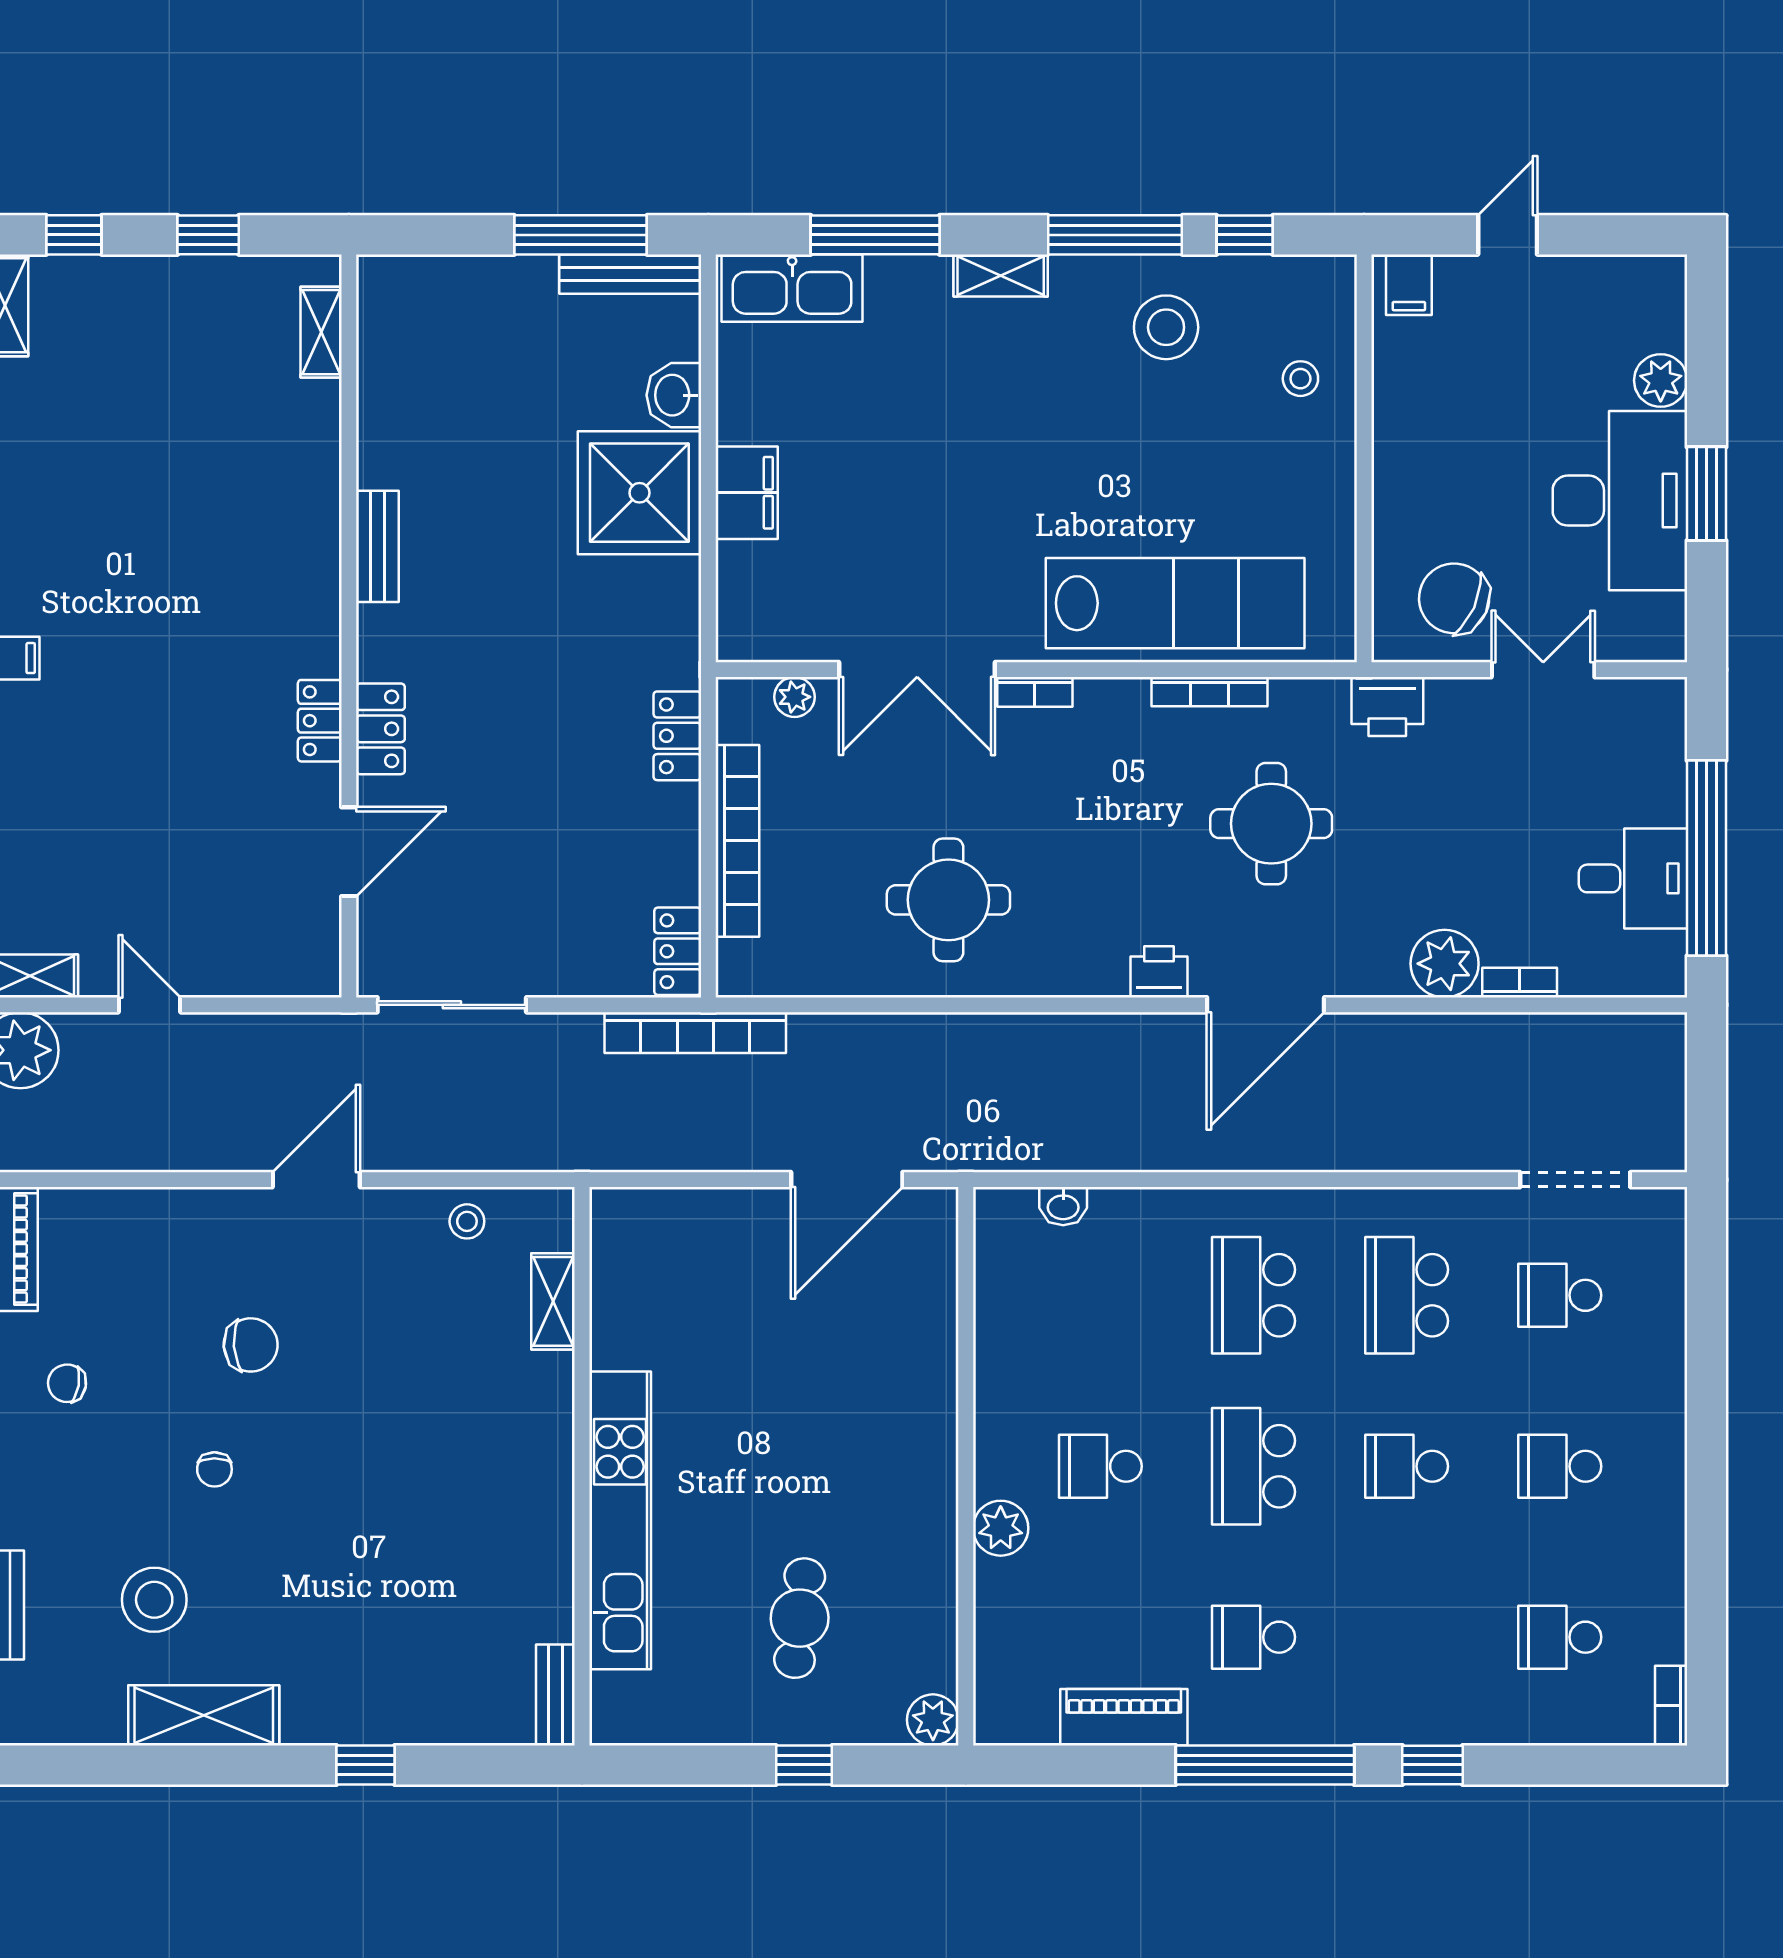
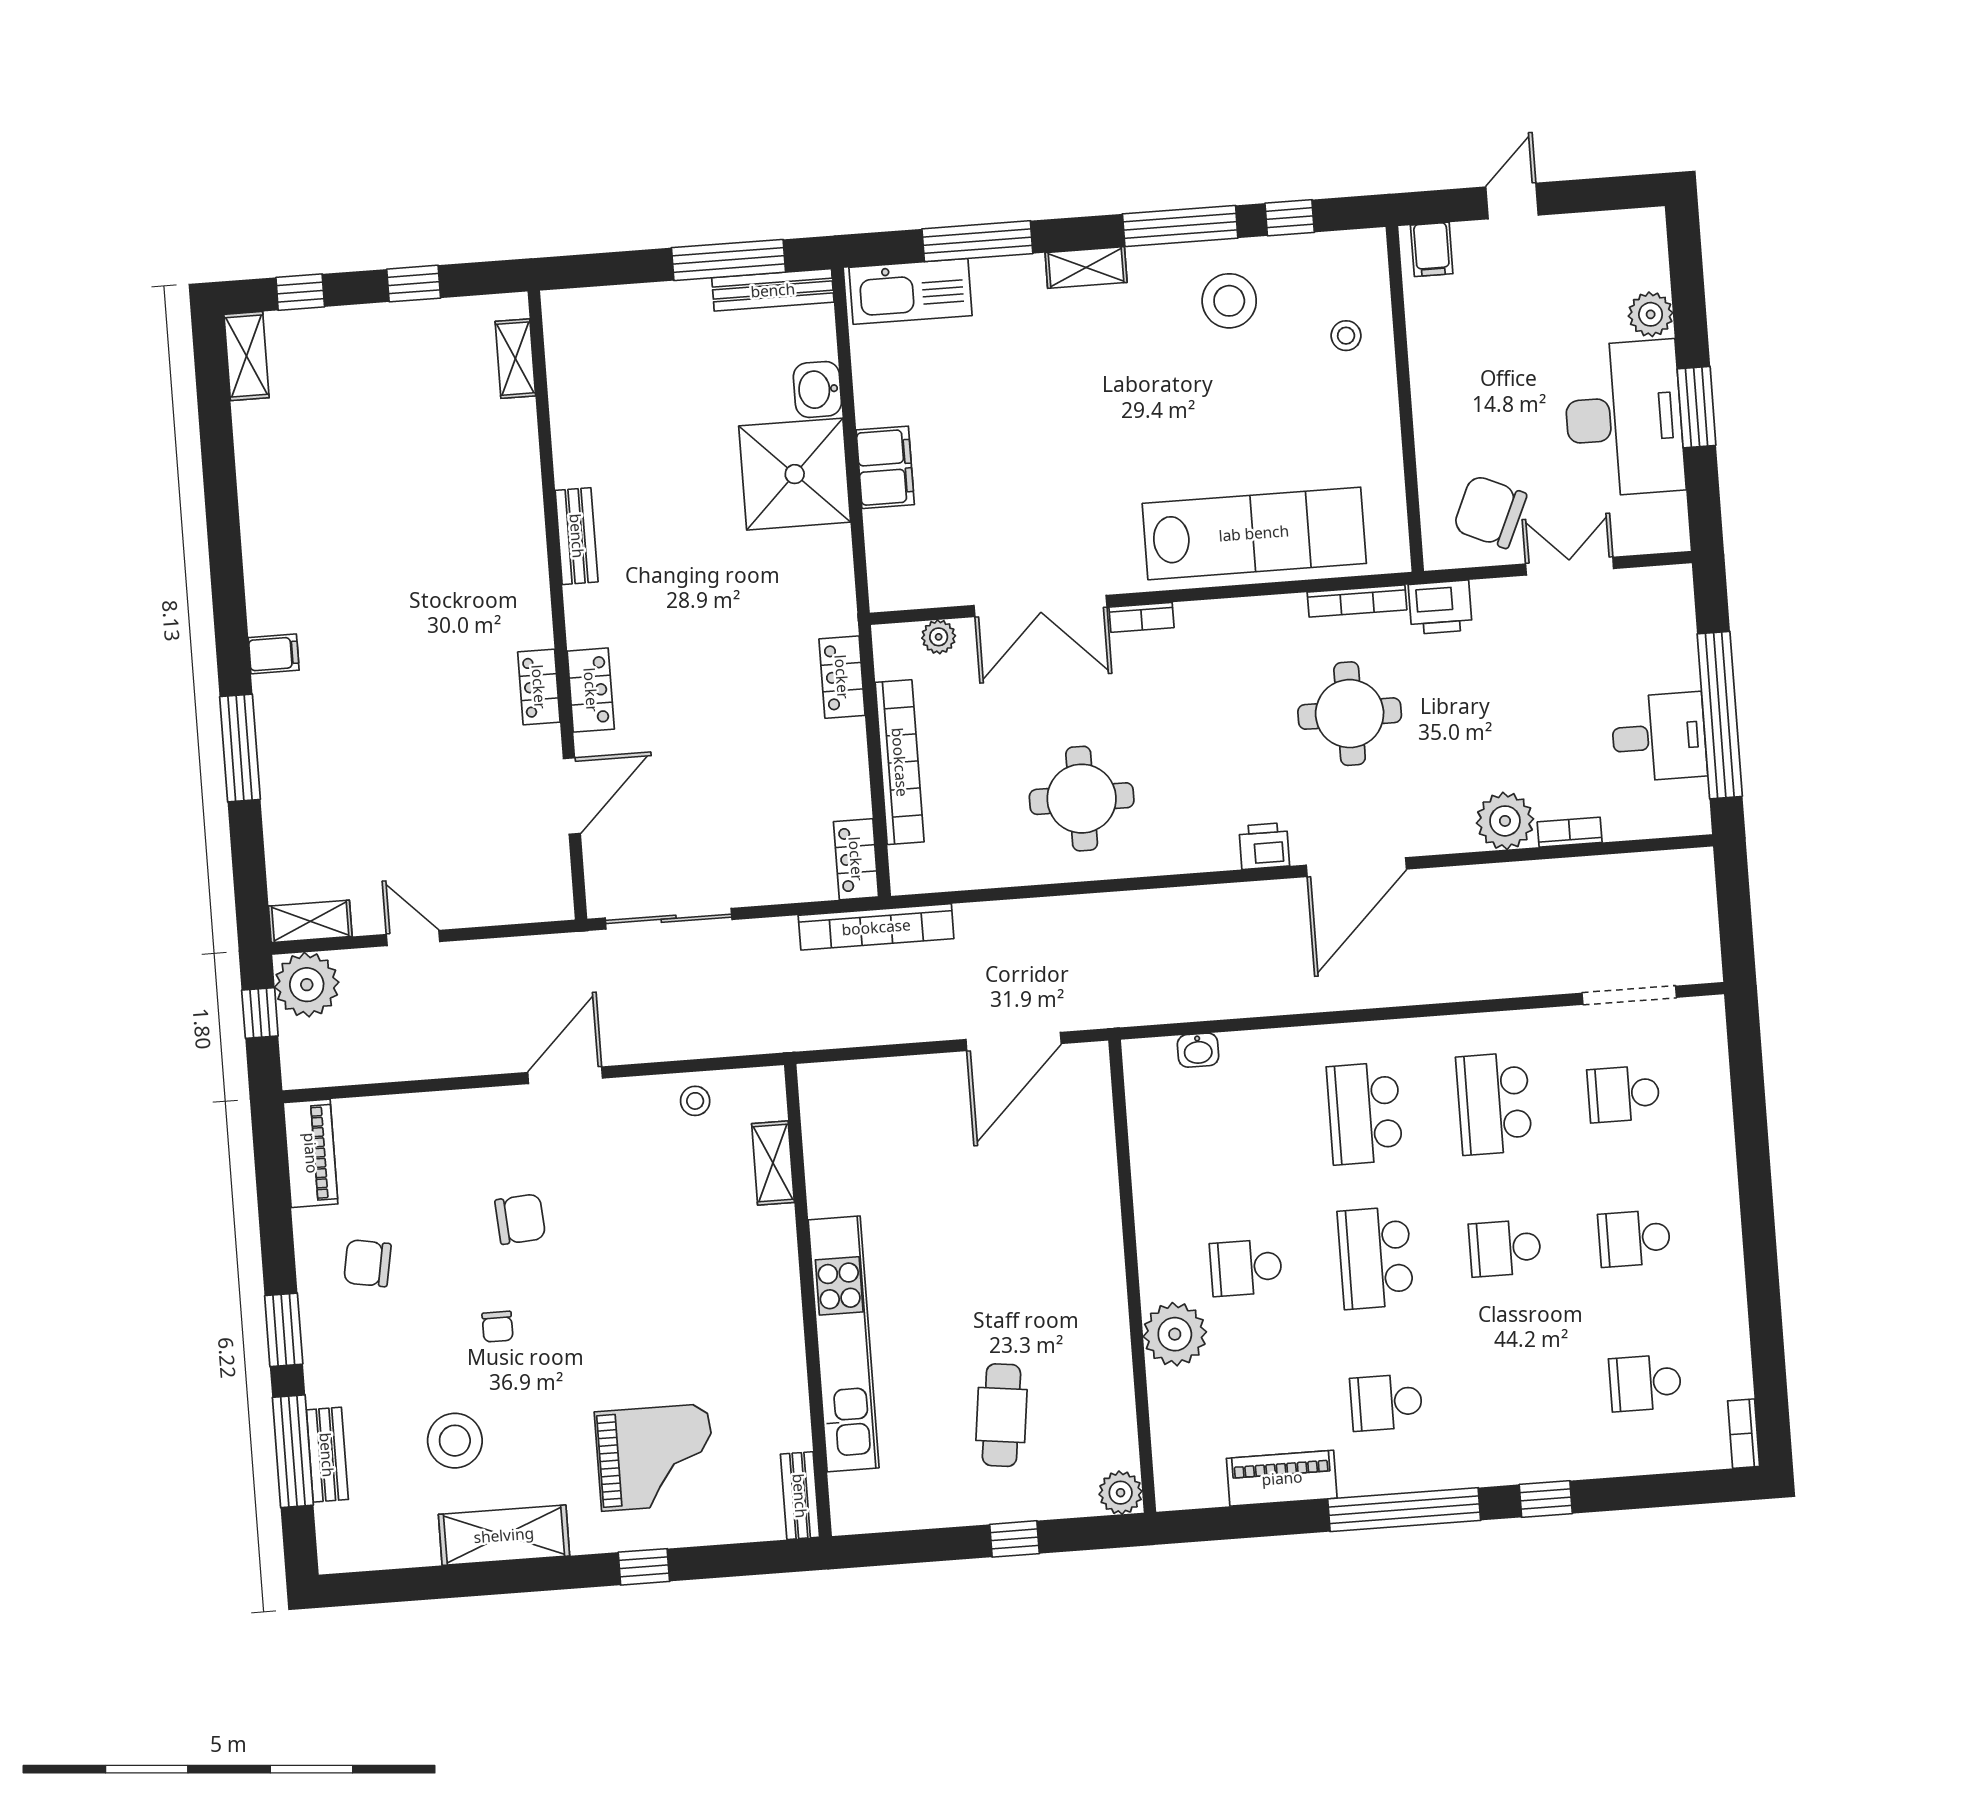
bookcase: (1209, 692) -> (1357, 601), moved
chair: (67, 1383) -> (367, 1263), width x1.37, depth x1.37
plant: (1001, 1528) -> (1175, 1334), width x1.36, depth x1.36
grand piano: (389, 1637) -> (655, 1457), added

